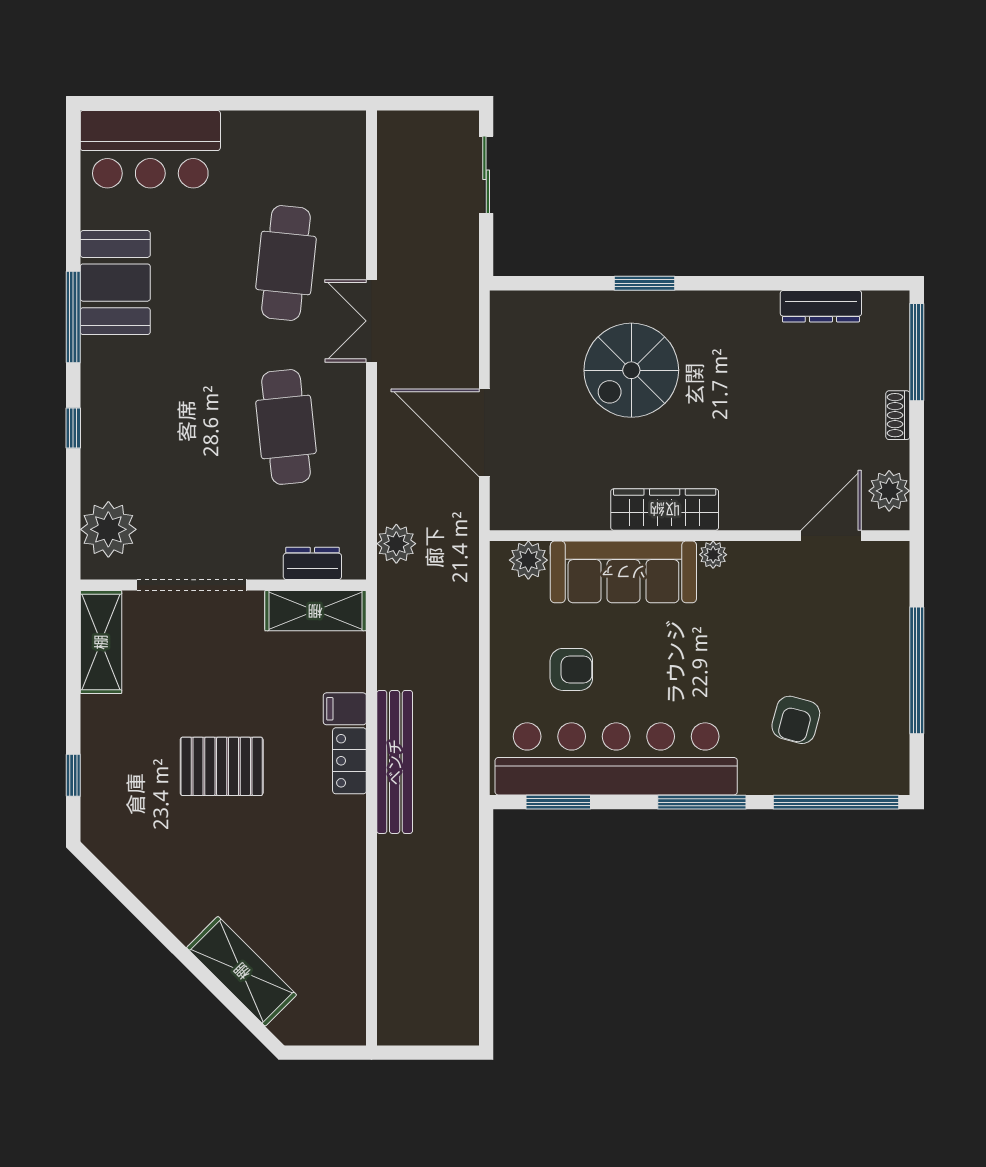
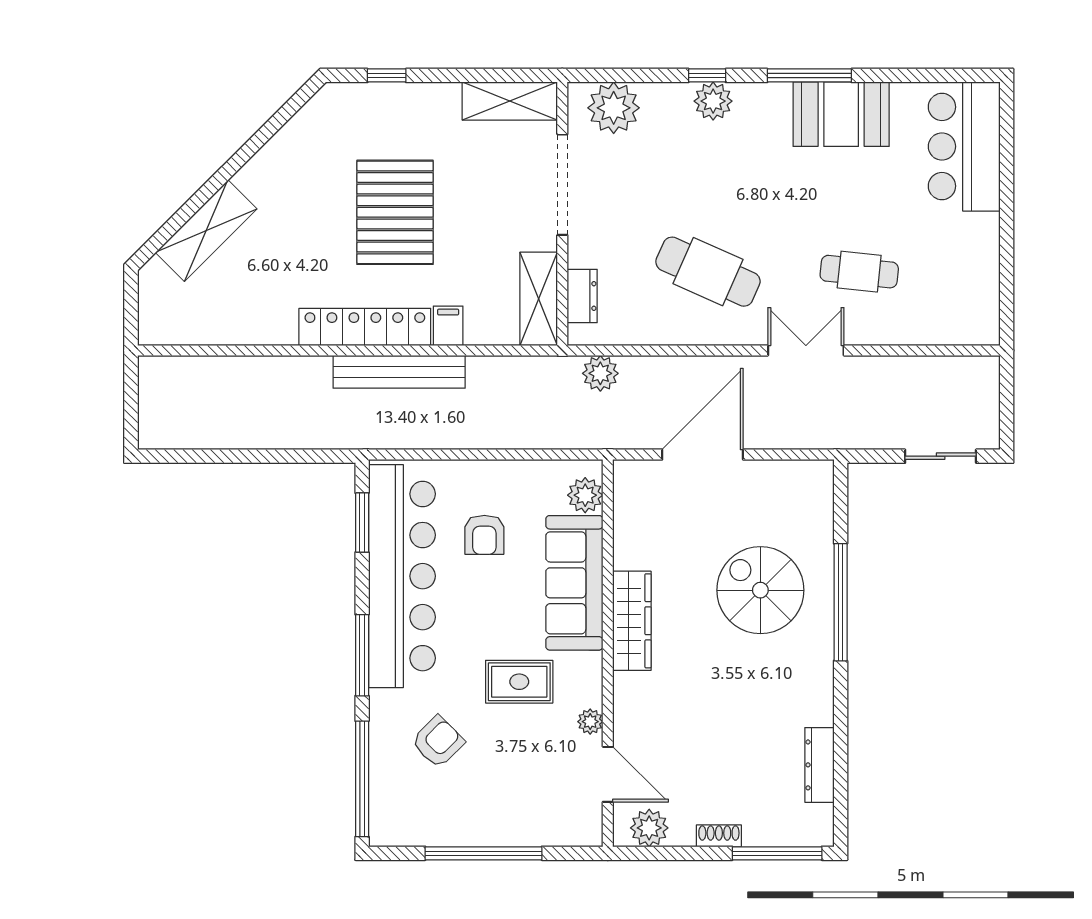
cafe table: (286, 263) -> (859, 272), width x0.73, depth x0.74
window: (644, 283) -> (841, 602), width x2.11
plant: (101, 421) -> (713, 101), added
cafe table: (286, 427) -> (708, 272), turned 30
plant: (713, 555) -> (590, 722), moved
rug: (731, 632) -> (519, 682), added
armchair: (796, 720) -> (438, 742), turned 120
locker: (349, 761) -> (365, 327), width x2.16, depth x1.21
pallet: (222, 766) -> (395, 212), width x1.37, depth x1.41

